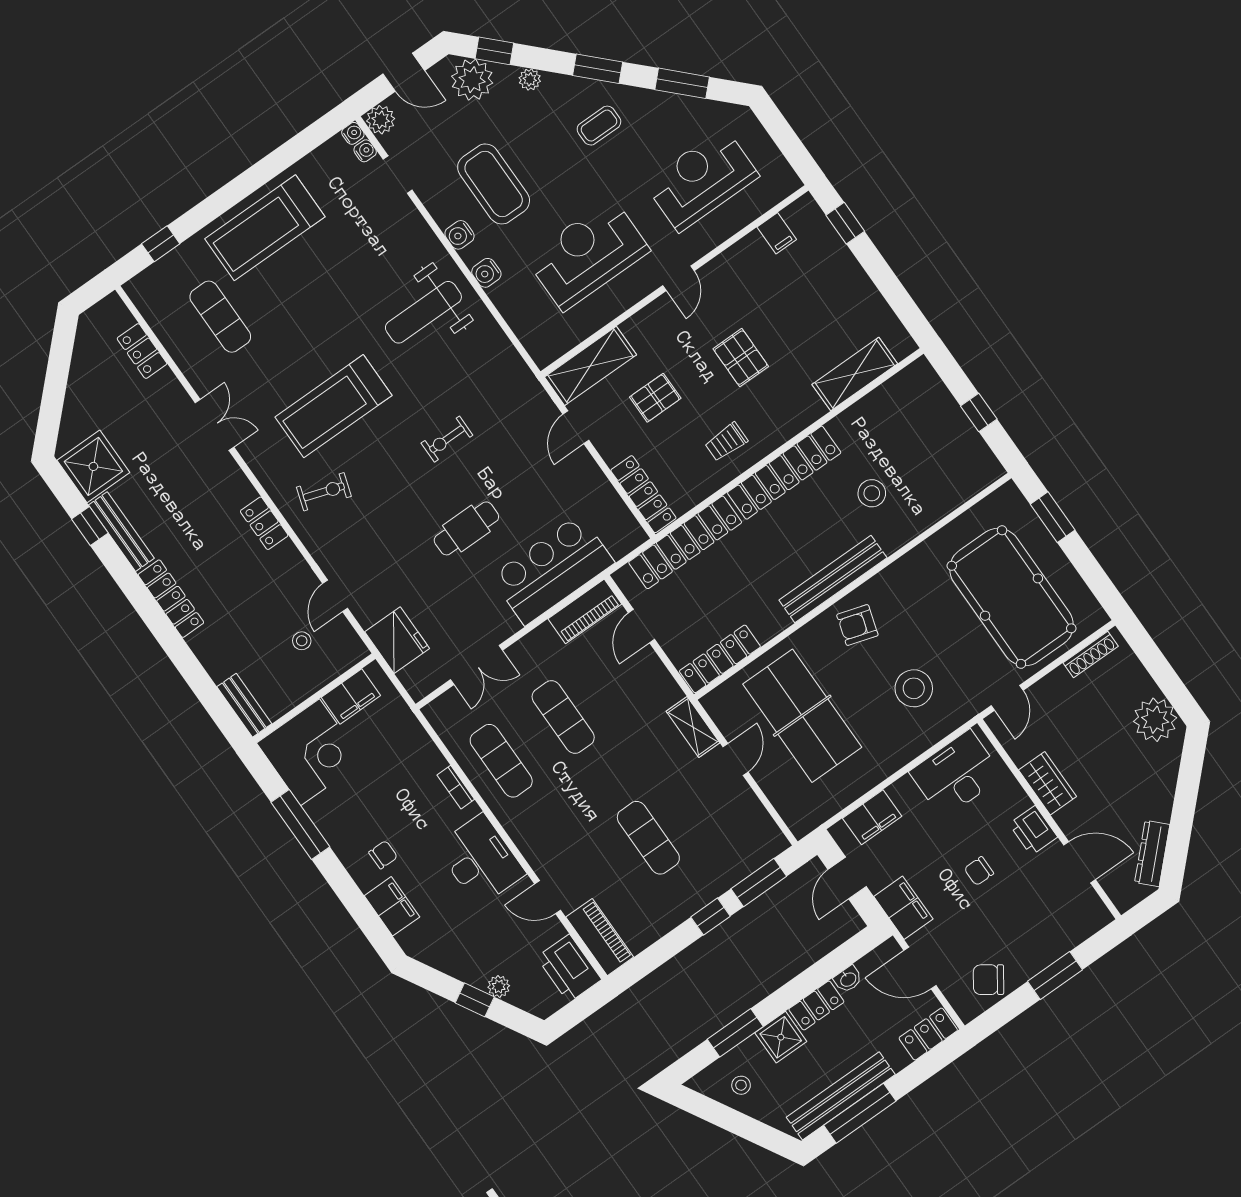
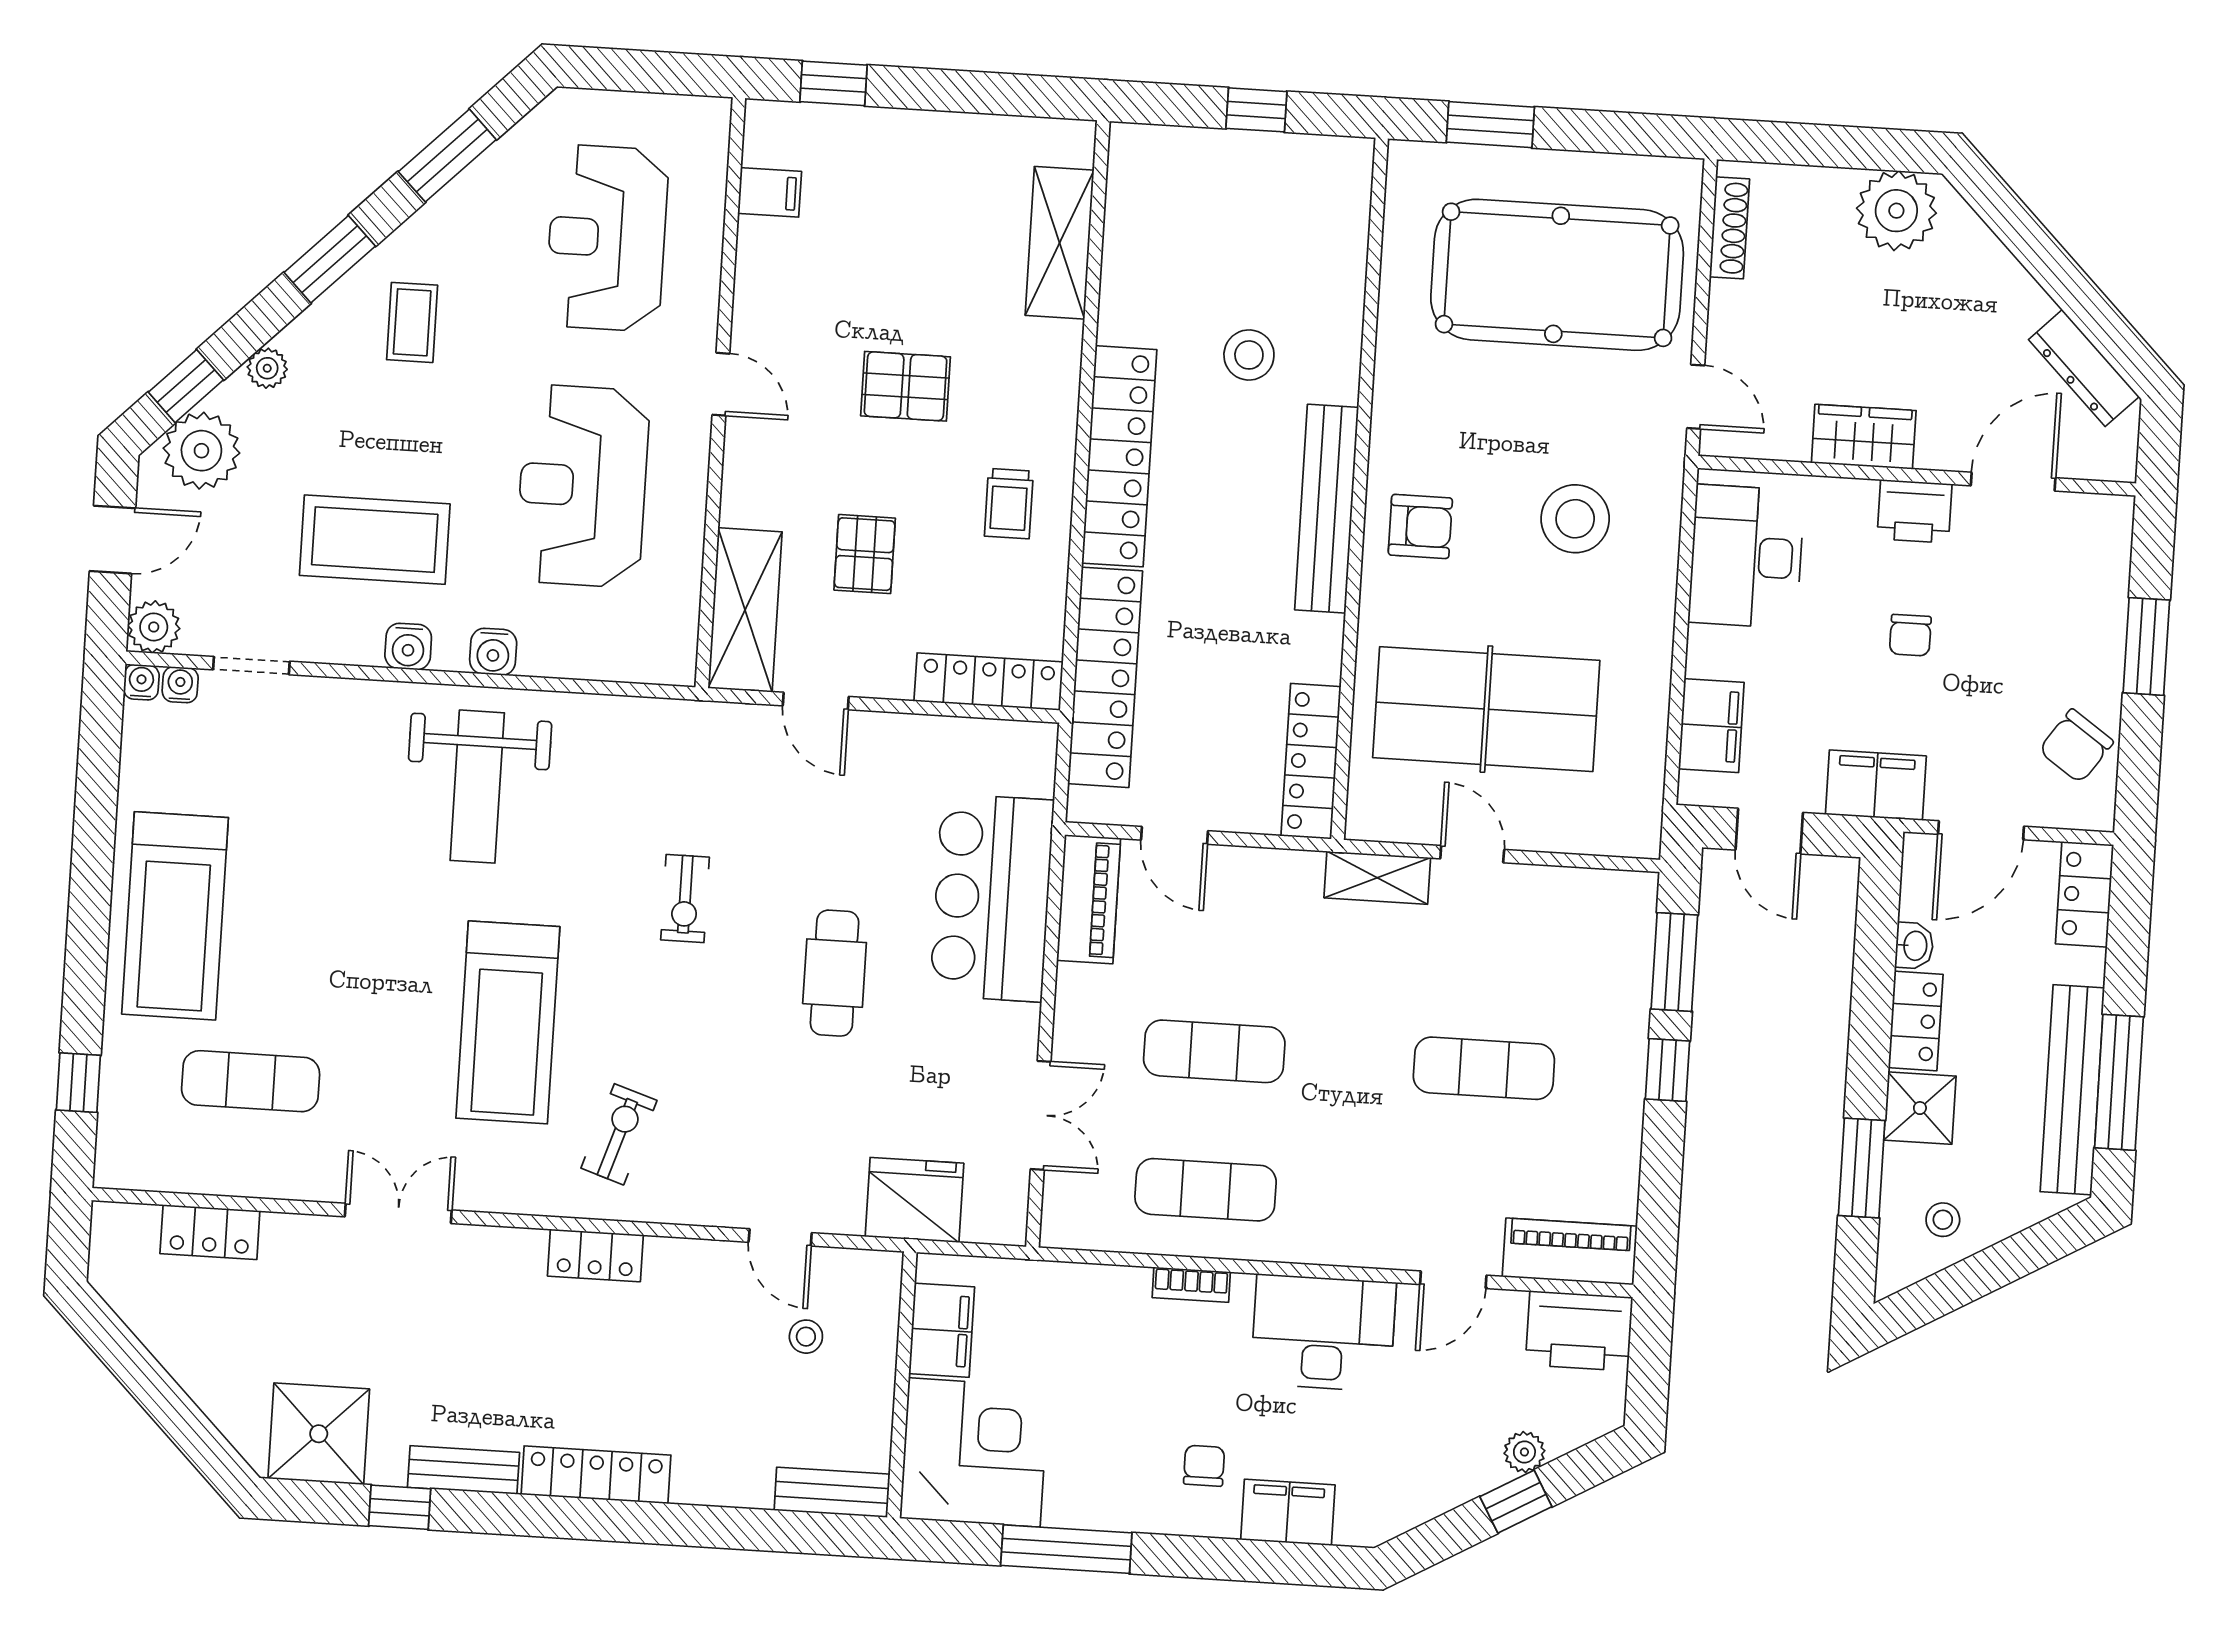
bench: (121, 532) -> (463, 1470), width x0.73
armchair: (857, 625) -> (1420, 526), turned -107

